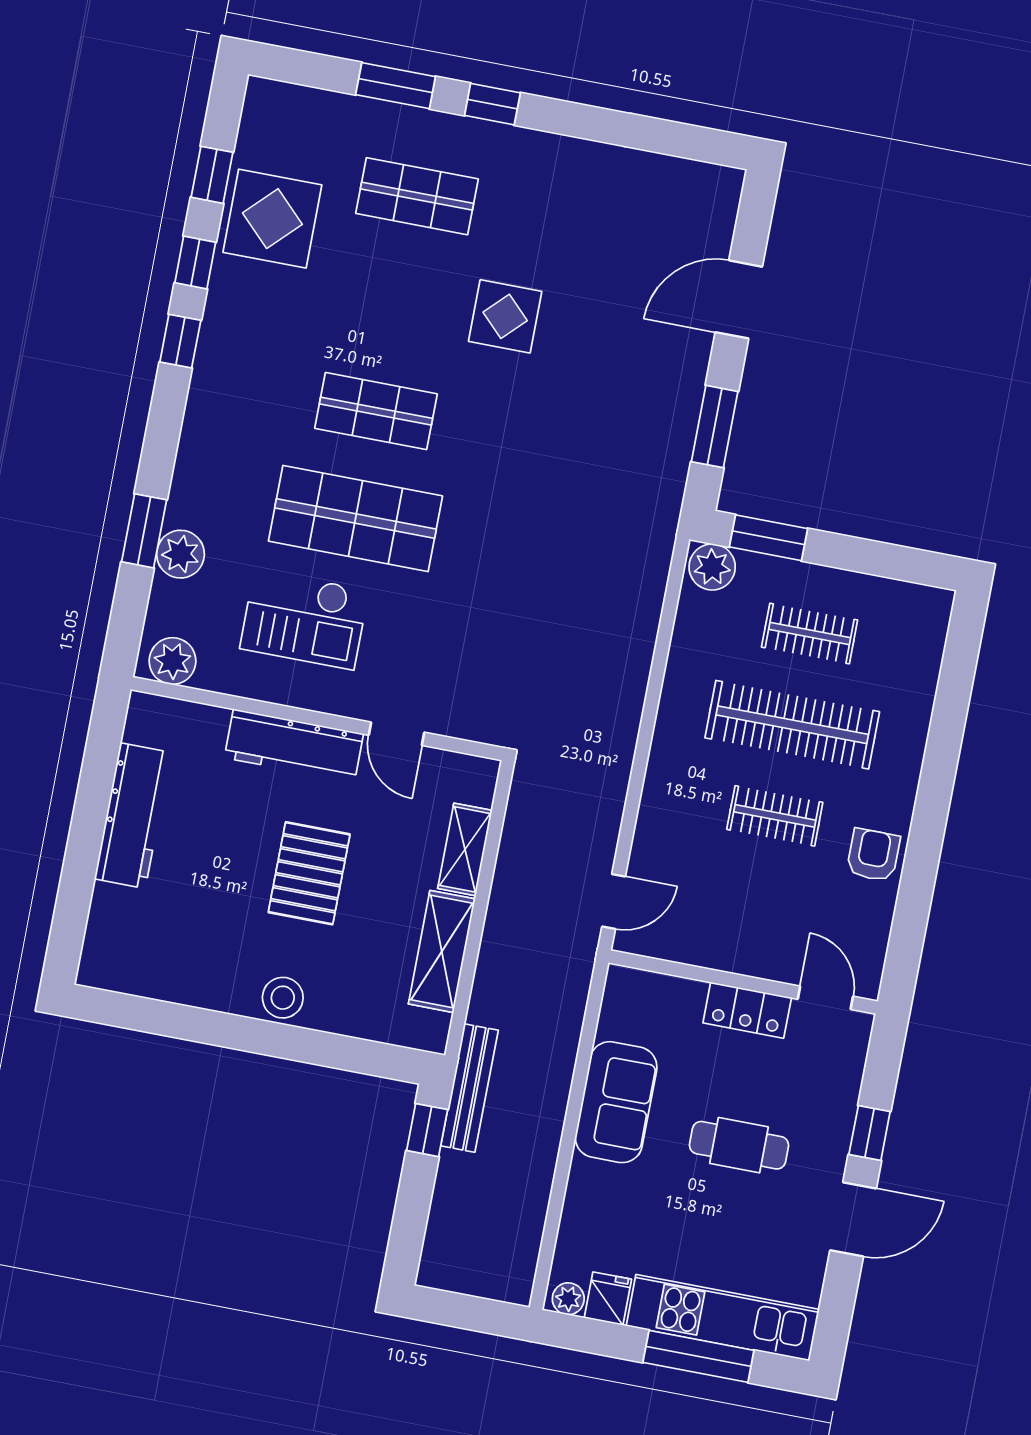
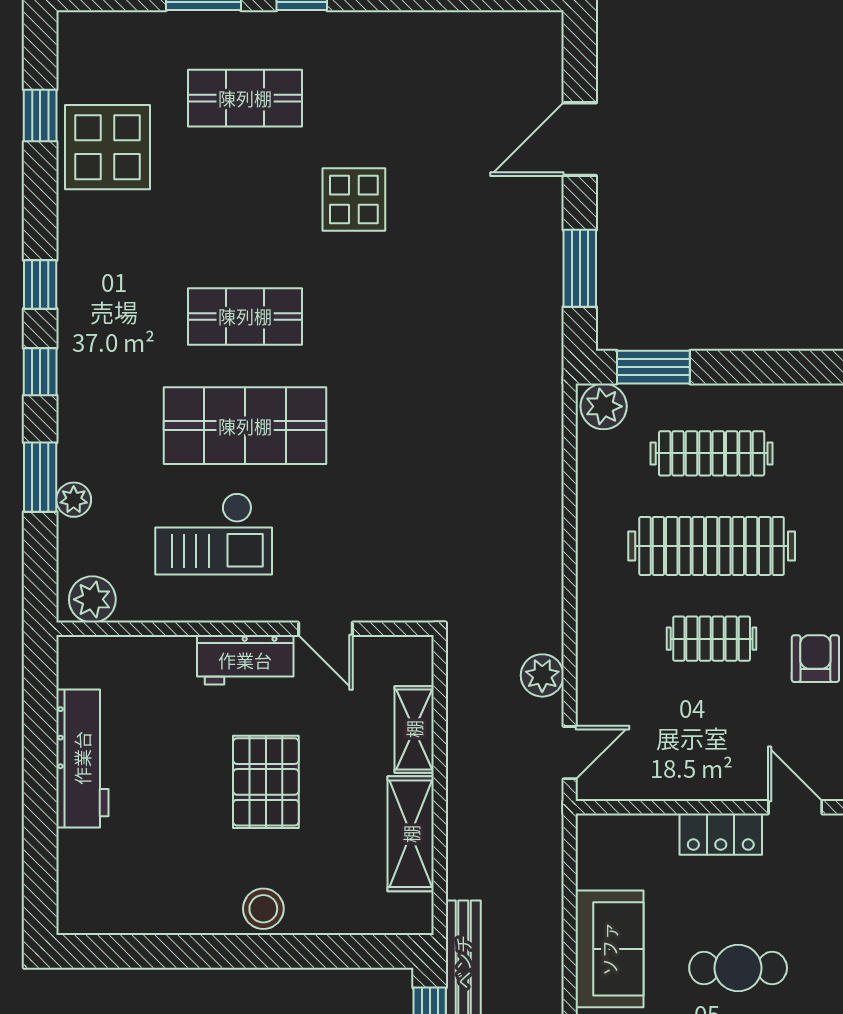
window: (195, 263) -> (40, 372), moved
plant: (181, 554) -> (74, 500), width x0.73, depth x0.73
clothes rail: (810, 634) -> (712, 453), width x1.36
workbench: (294, 746) -> (245, 660), width x0.73
plant: (601, 820) -> (542, 675), added

